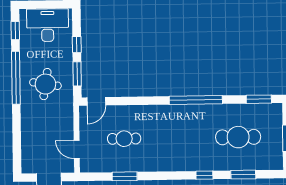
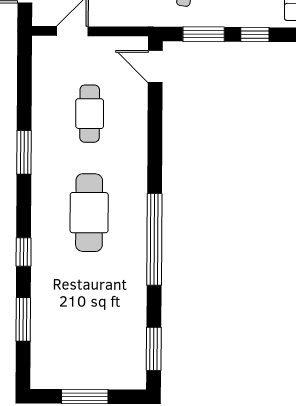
cafe table: (238, 137) -> (89, 213), moved
window: (125, 176) -> (24, 152), moved

